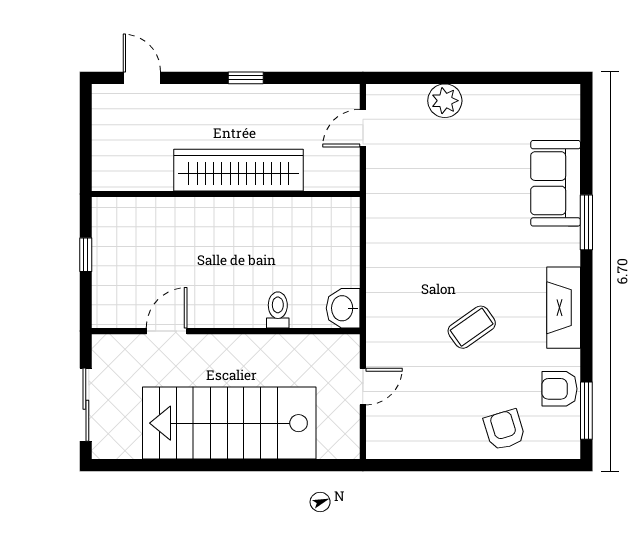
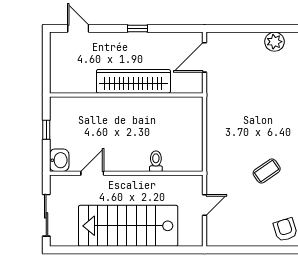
plant: (445, 101) -> (274, 42), moved
door: (363, 128) -> (204, 57), width x1.38
washbasin: (343, 308) -> (59, 160), moved, turned 180

